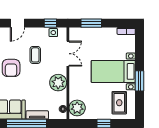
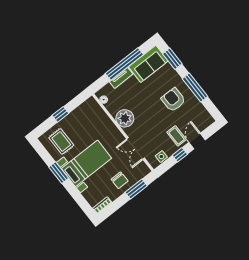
window: (50, 23) -> (180, 155), moved
chair: (98, 39) -> (120, 180), added
coffee table: (35, 55) -> (177, 136), moved
plant: (77, 108) -> (93, 110), removed

